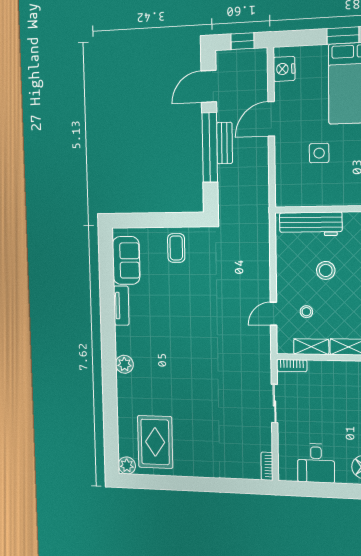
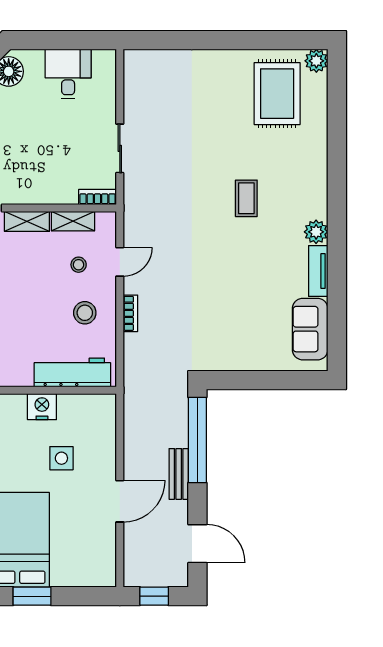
nightstand: (284, 69) -> (42, 407), moved, turned -90
door: (209, 86) -> (197, 544), hinge flipped
window: (210, 147) -> (197, 440), moved
coffee table: (176, 248) -> (246, 198), moved
stool: (326, 270) -> (85, 313), moved
plant: (124, 364) -> (316, 232), moved
bookcase: (267, 466) -> (130, 313), moved

